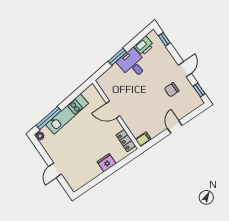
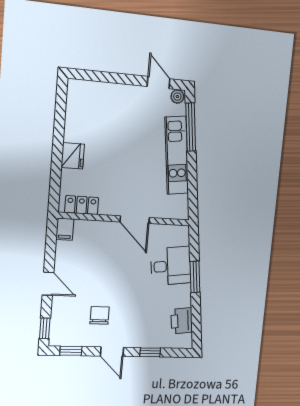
window: (164, 39) -> (150, 352), moved
desk: (132, 64) -> (171, 266), moved
door: (113, 110) -> (135, 220), swing flipped
window: (197, 111) -> (45, 328), added
door: (55, 170) -> (159, 83), moved

